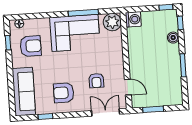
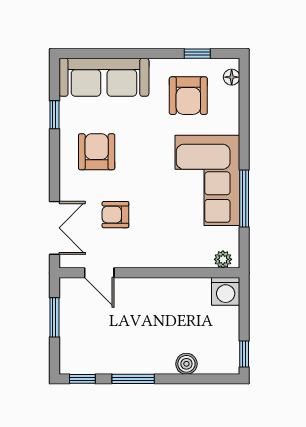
plant: (112, 22) -> (223, 259), width x0.53, depth x0.53
window: (180, 23) -> (82, 379), moved
door: (128, 87) -> (99, 273), hinge flipped

